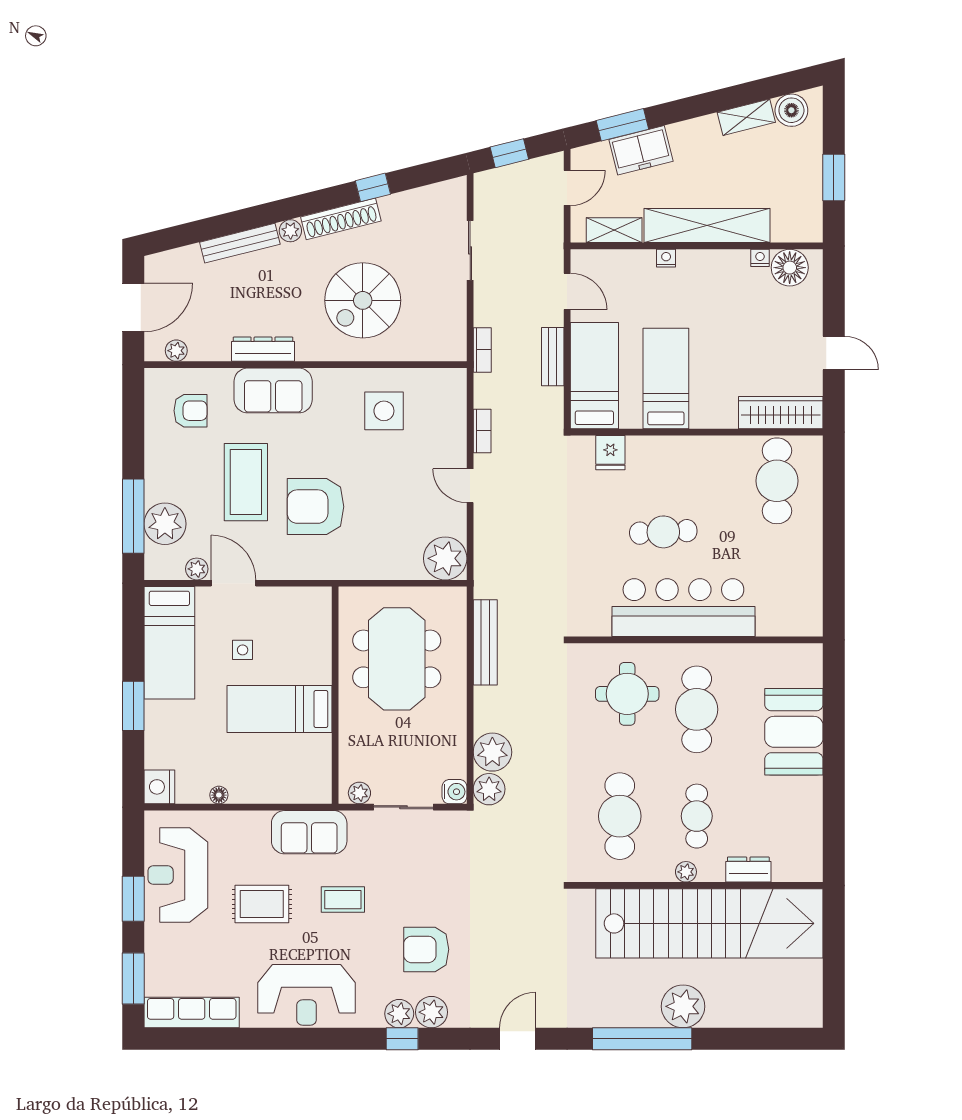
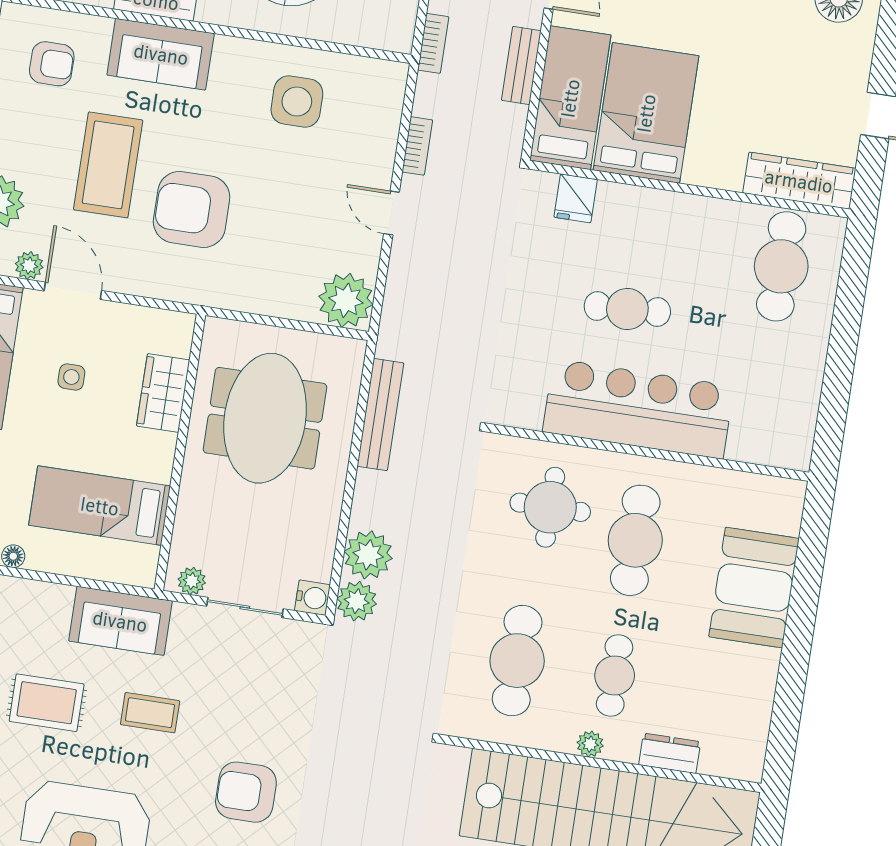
bed: (666, 378) -> (646, 113), width x1.50
wardrobe: (315, 651) -> (163, 393), added
bed: (279, 709) -> (100, 506), moved

